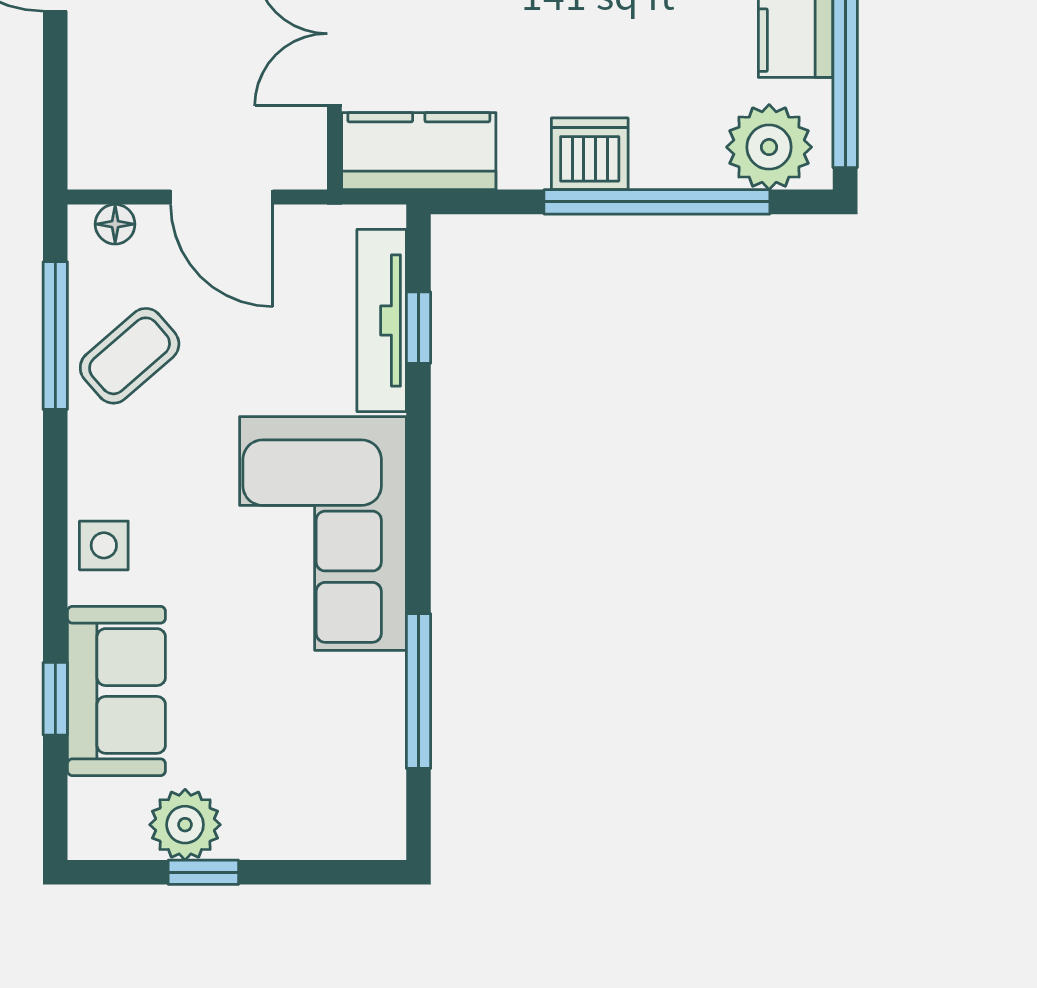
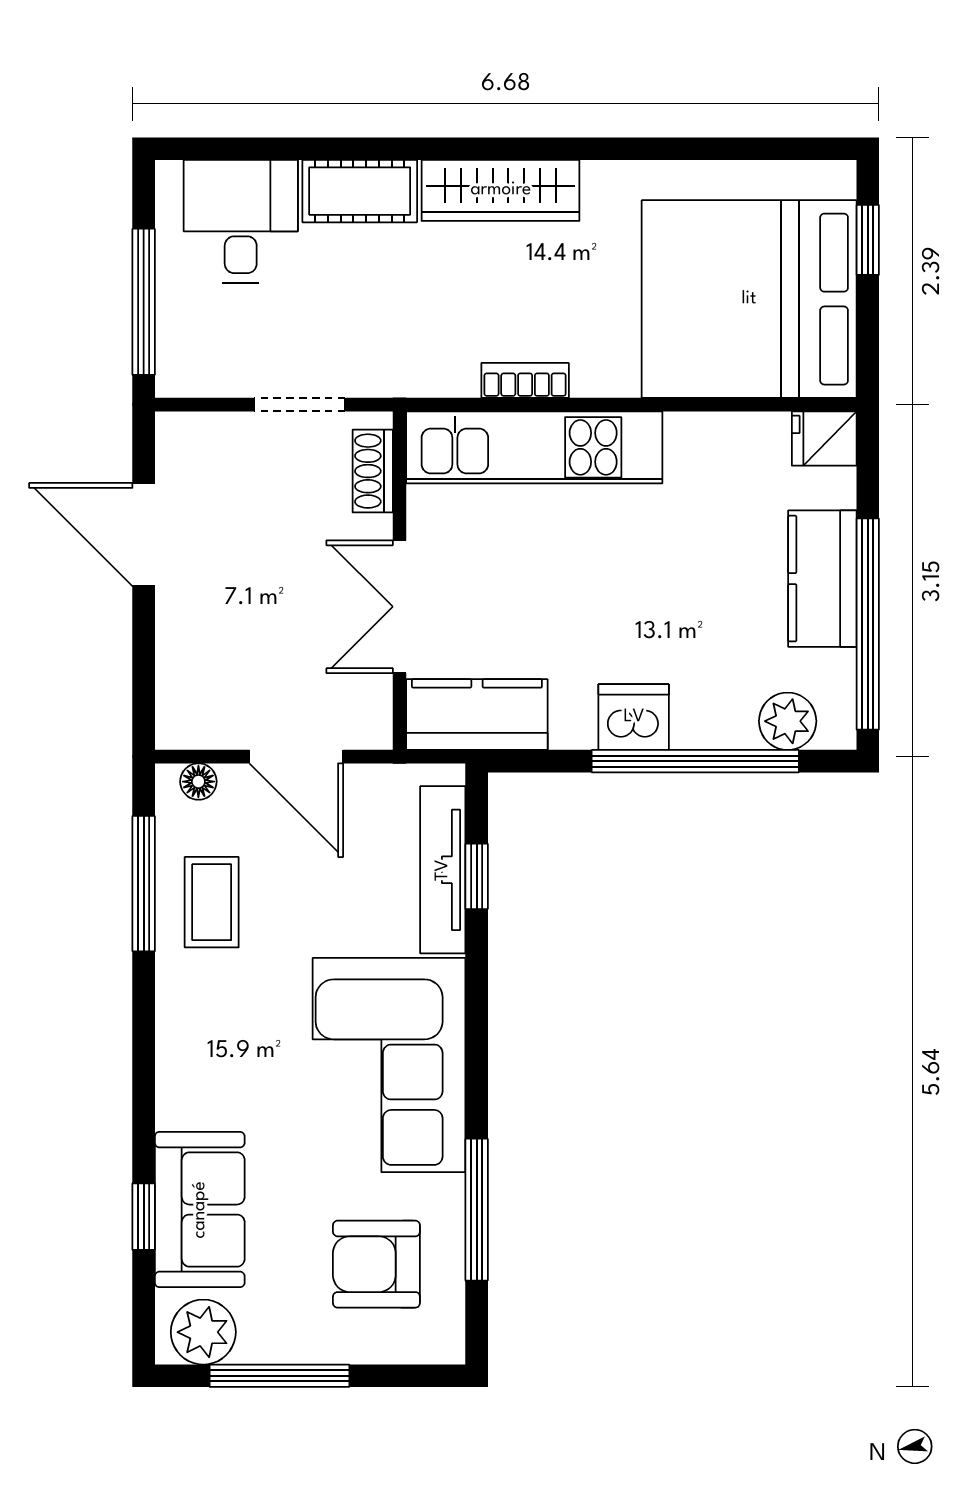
plant: (769, 147) -> (788, 721), width x0.73, depth x0.73
coffee table: (130, 356) -> (212, 902), turned -49
side table: (104, 545) -> (188, 1076), removed
armchair: (309, 751) -> (376, 1264), added
plant: (185, 825) -> (203, 1332), moved
window: (203, 872) -> (279, 1376), width x2.17

